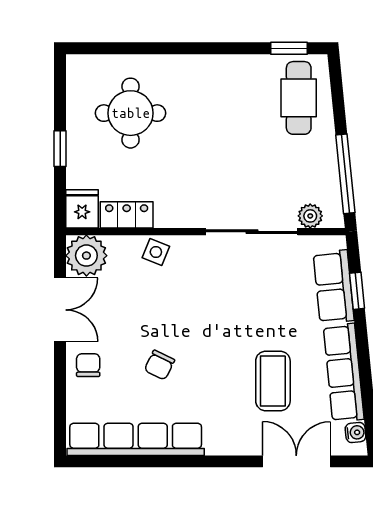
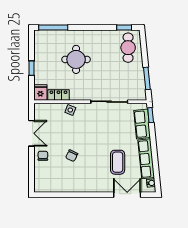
window: (114, 48) -> (53, 28), added
round table: (131, 113) -> (76, 59), moved
window: (345, 174) -> (147, 78), width x0.69
plant: (310, 216) -> (133, 95), removed
plant: (86, 256) -> (42, 111), removed
window: (357, 291) -> (151, 115), moved
row of seats: (136, 439) -> (62, 186), removed

